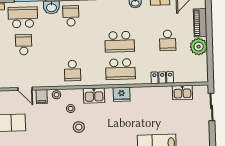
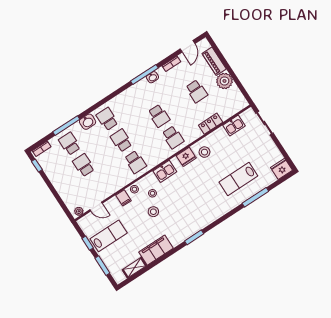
school desk: (23, 17) -> (70, 144), width x0.54
school desk: (120, 42) -> (159, 116), width x0.54
school desk: (72, 43) -> (121, 141), added
school desk: (120, 69) -> (173, 137), width x0.54
door: (25, 89) -> (96, 207), moved
stool: (141, 100) -> (204, 152), added
stool: (79, 127) -> (153, 212), moved

